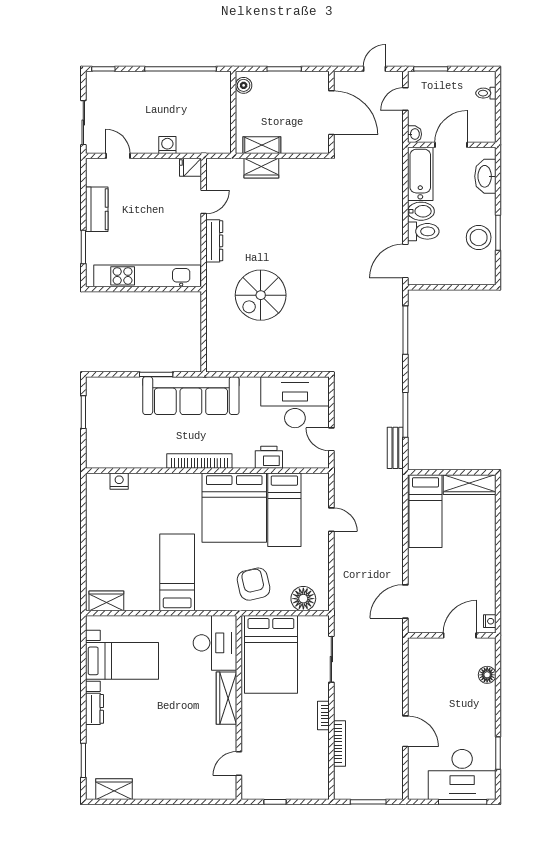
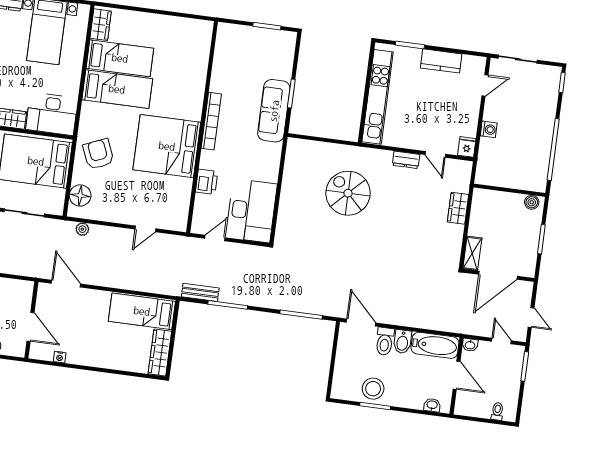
shelving: (262, 145) -> (472, 253), moved
washbasin: (485, 176) -> (432, 405), width x0.52, depth x0.69
dresser: (214, 241) -> (406, 160), width x0.70
sofa: (191, 396) -> (274, 111), width x0.74, depth x0.79
nightstand: (119, 481) -> (203, 49), removed
bed: (284, 510) -> (120, 58), moved, turned 180
armchair: (254, 584) -> (98, 154), turned -100
plant: (341, 591) -> (82, 229), added
nightstand: (490, 621) -> (60, 357), moved

